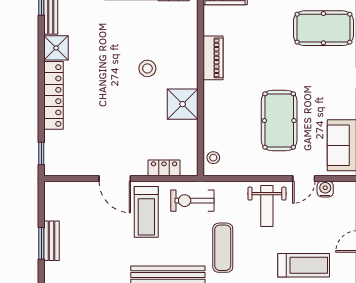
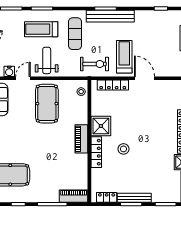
piano: (213, 58) -> (81, 139), moved
locker: (190, 63) -> (96, 152), added
pool table: (279, 121) -> (47, 104), moved
locker: (164, 168) -> (113, 85), width x1.53
treadmill: (304, 265) -> (41, 29), moved

